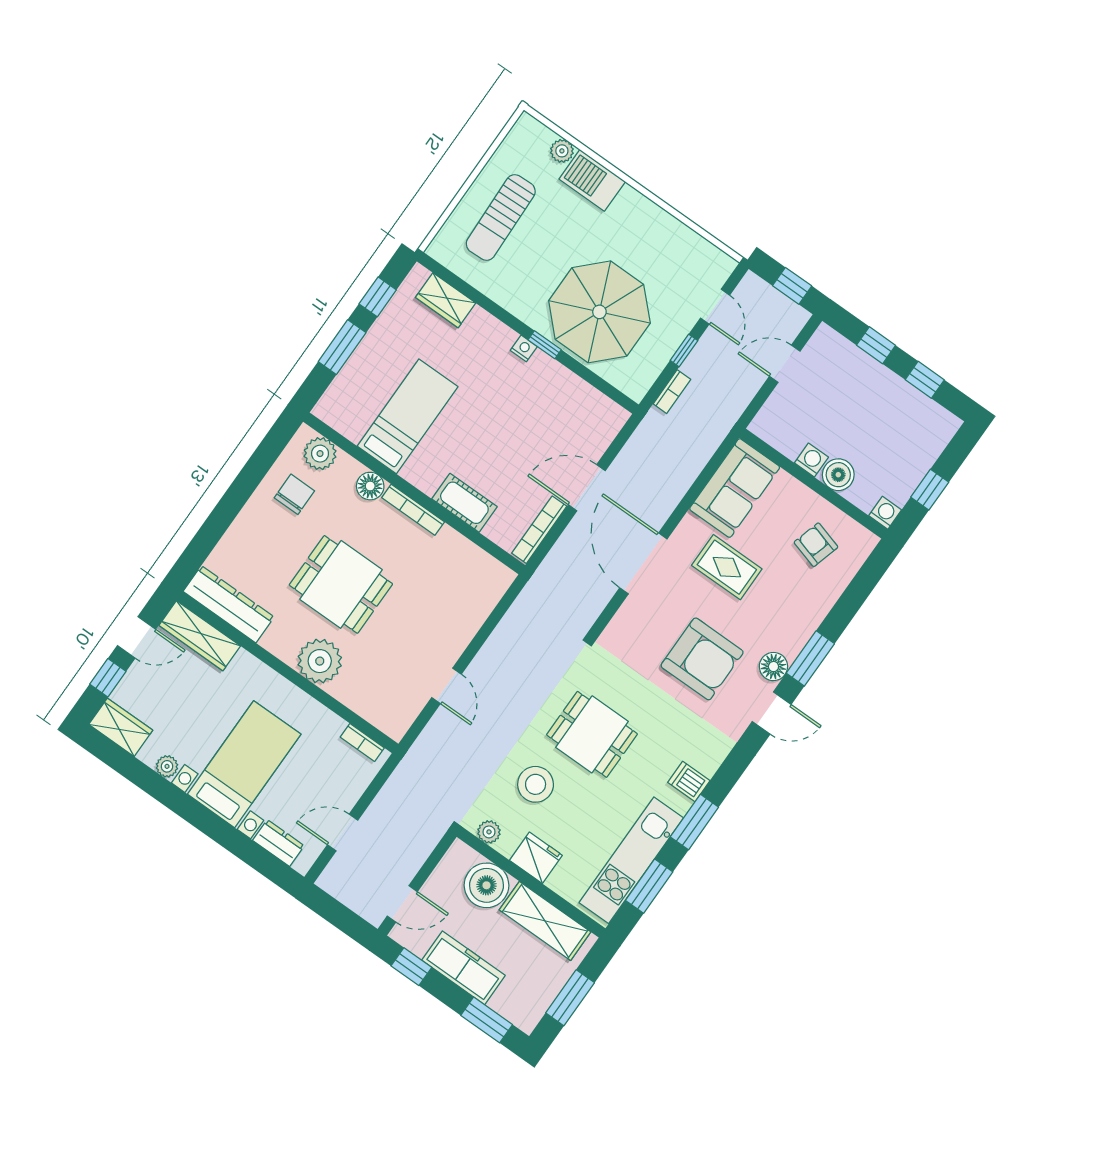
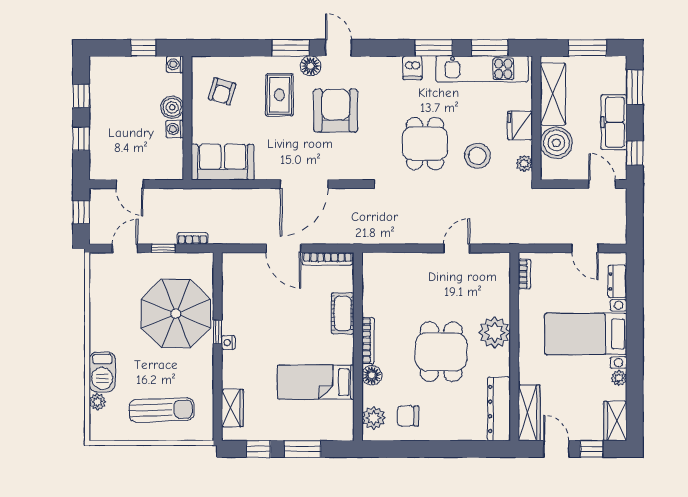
rug: (727, 567) -> (279, 95), moved

